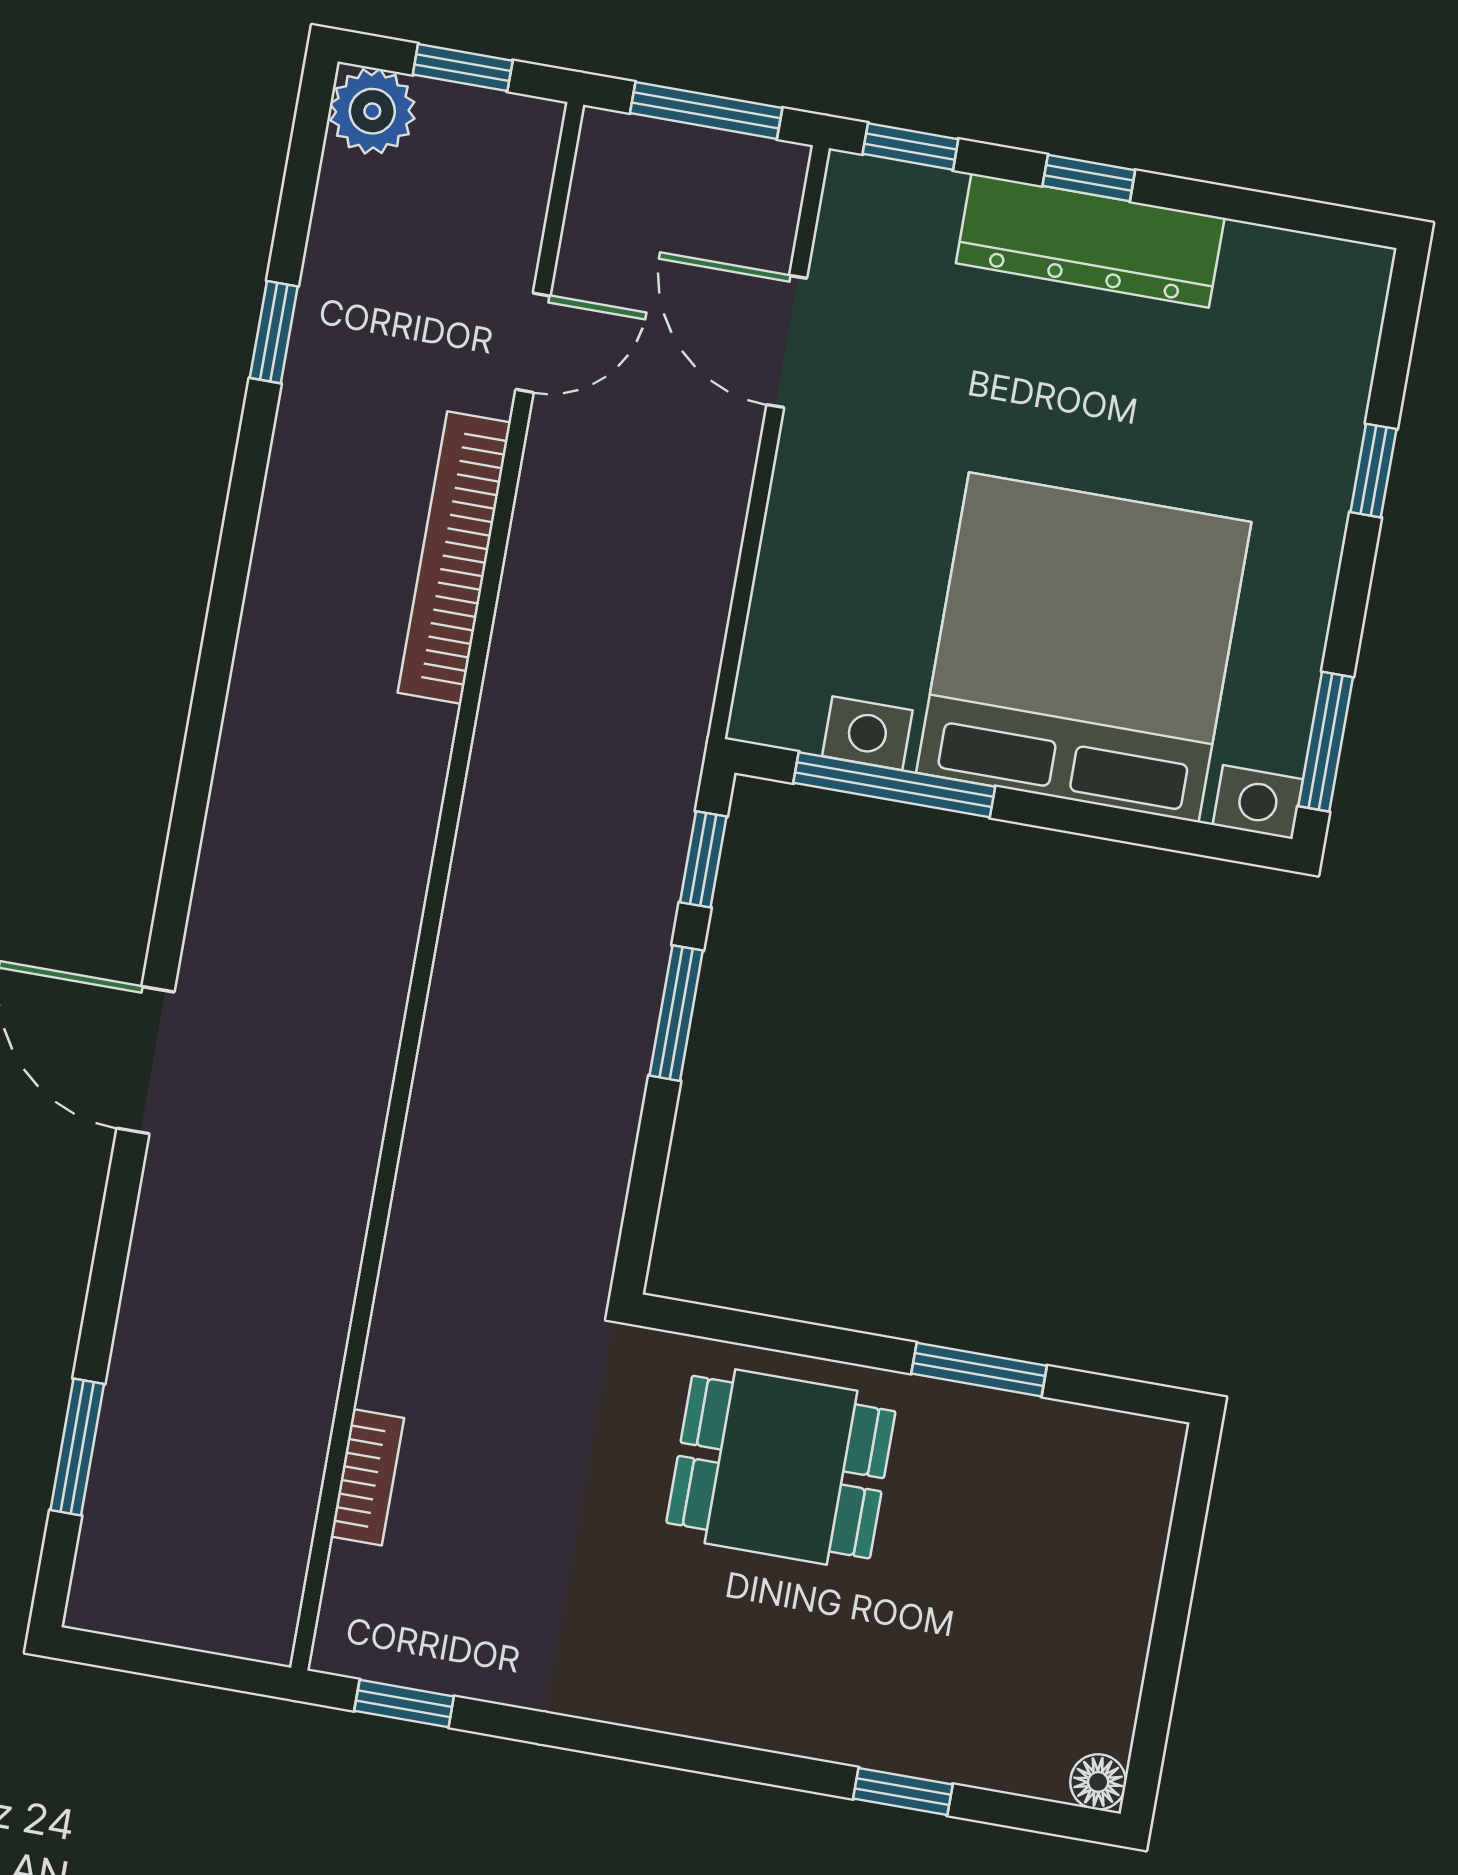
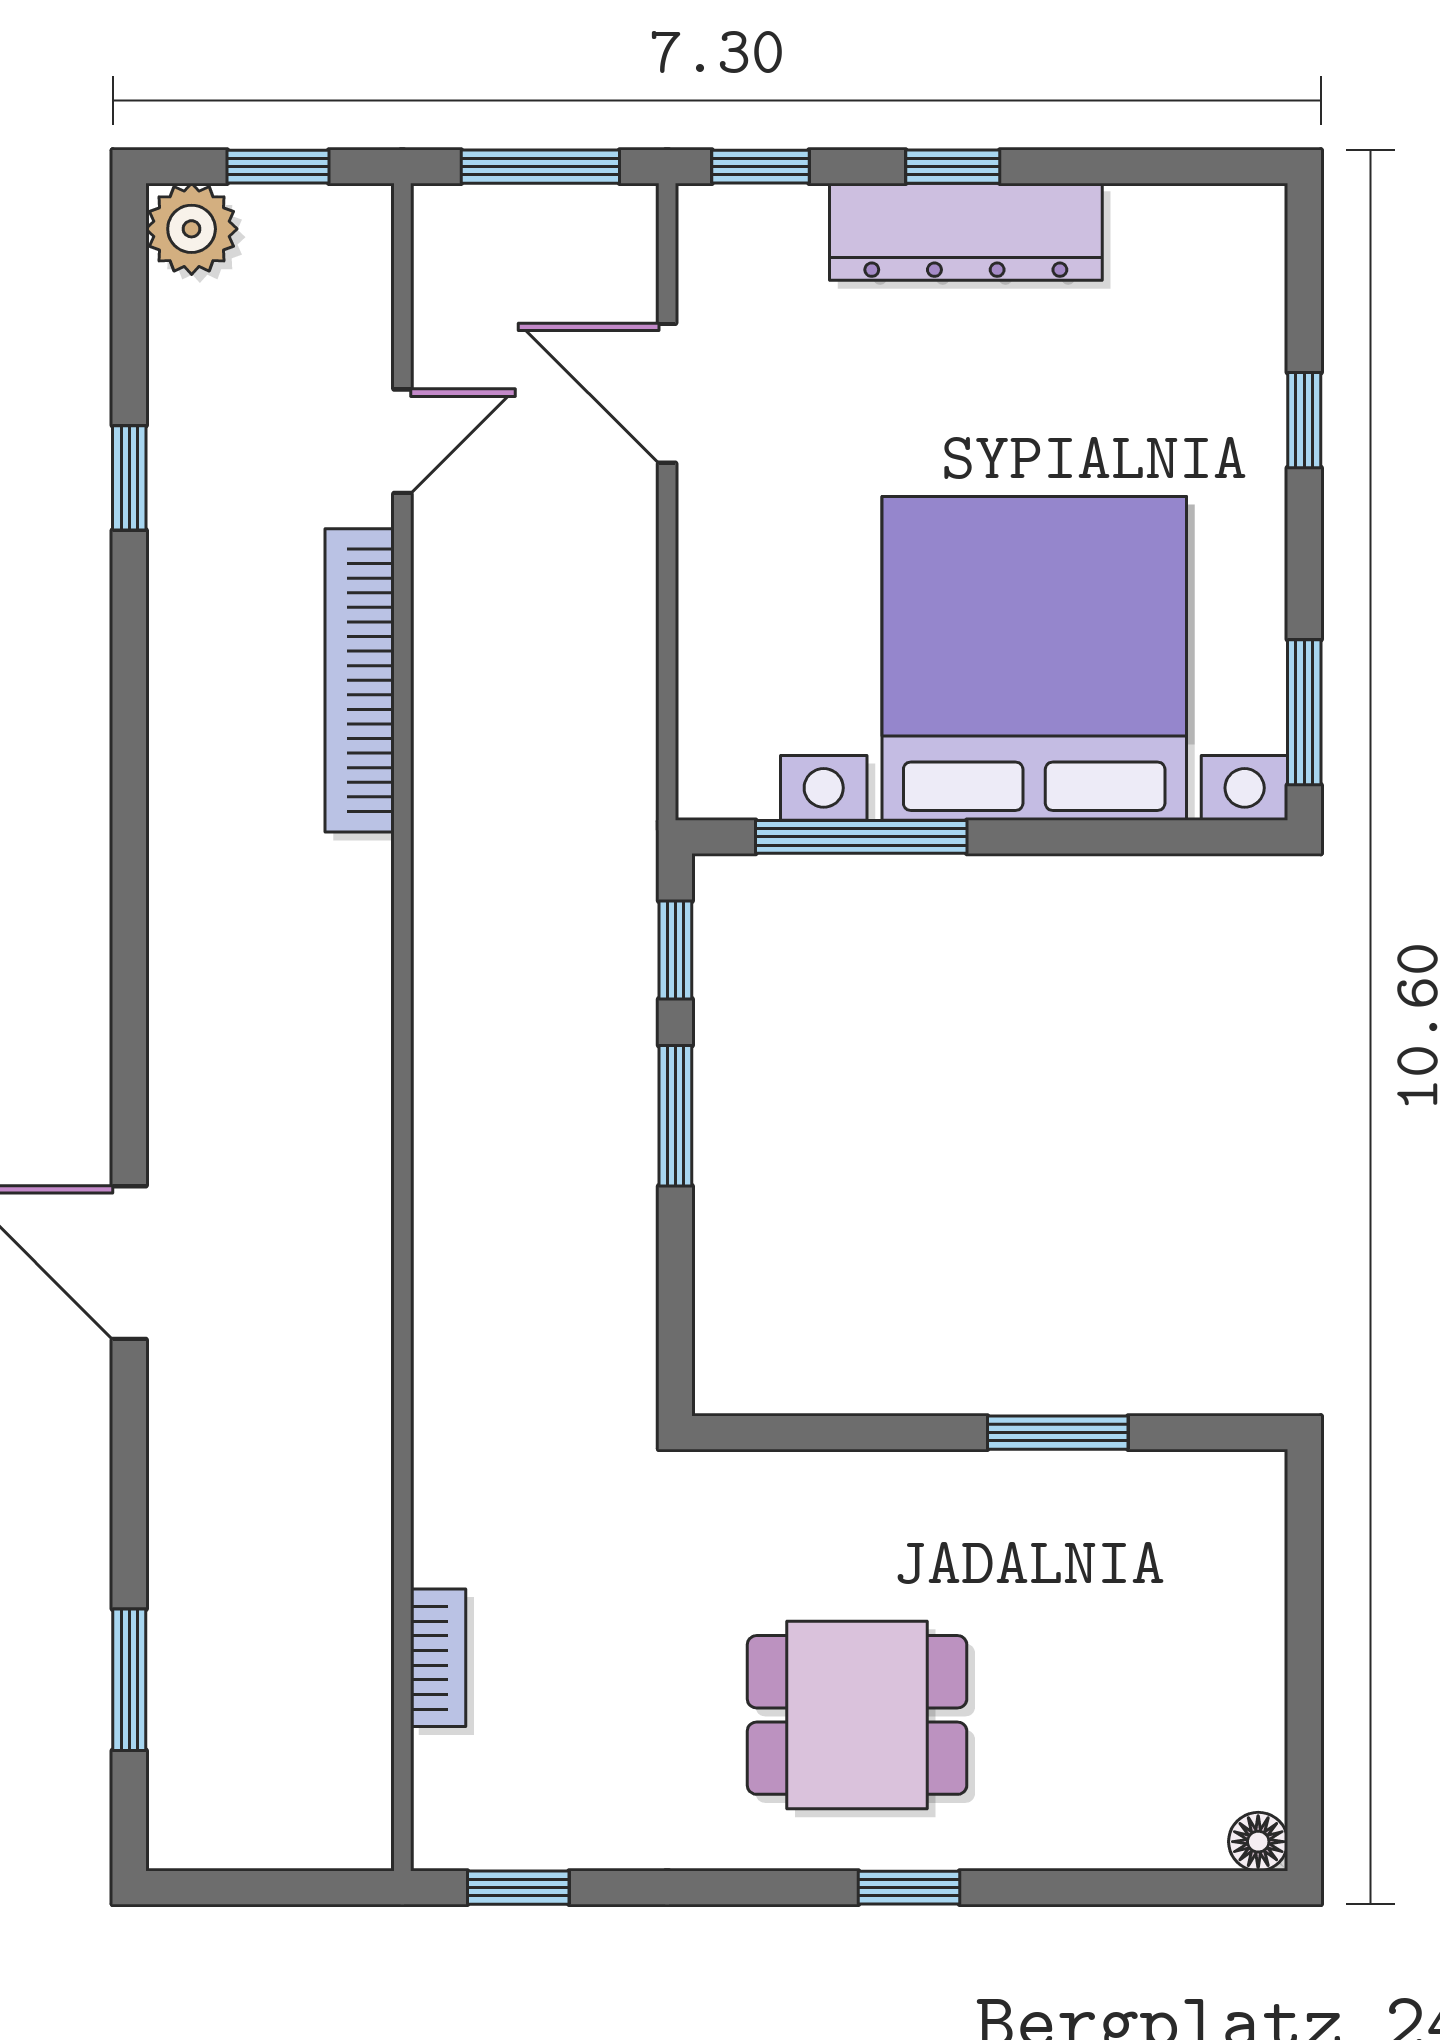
dining table: (781, 1467) -> (857, 1715), moved
window: (903, 1792) -> (909, 1888), moved

